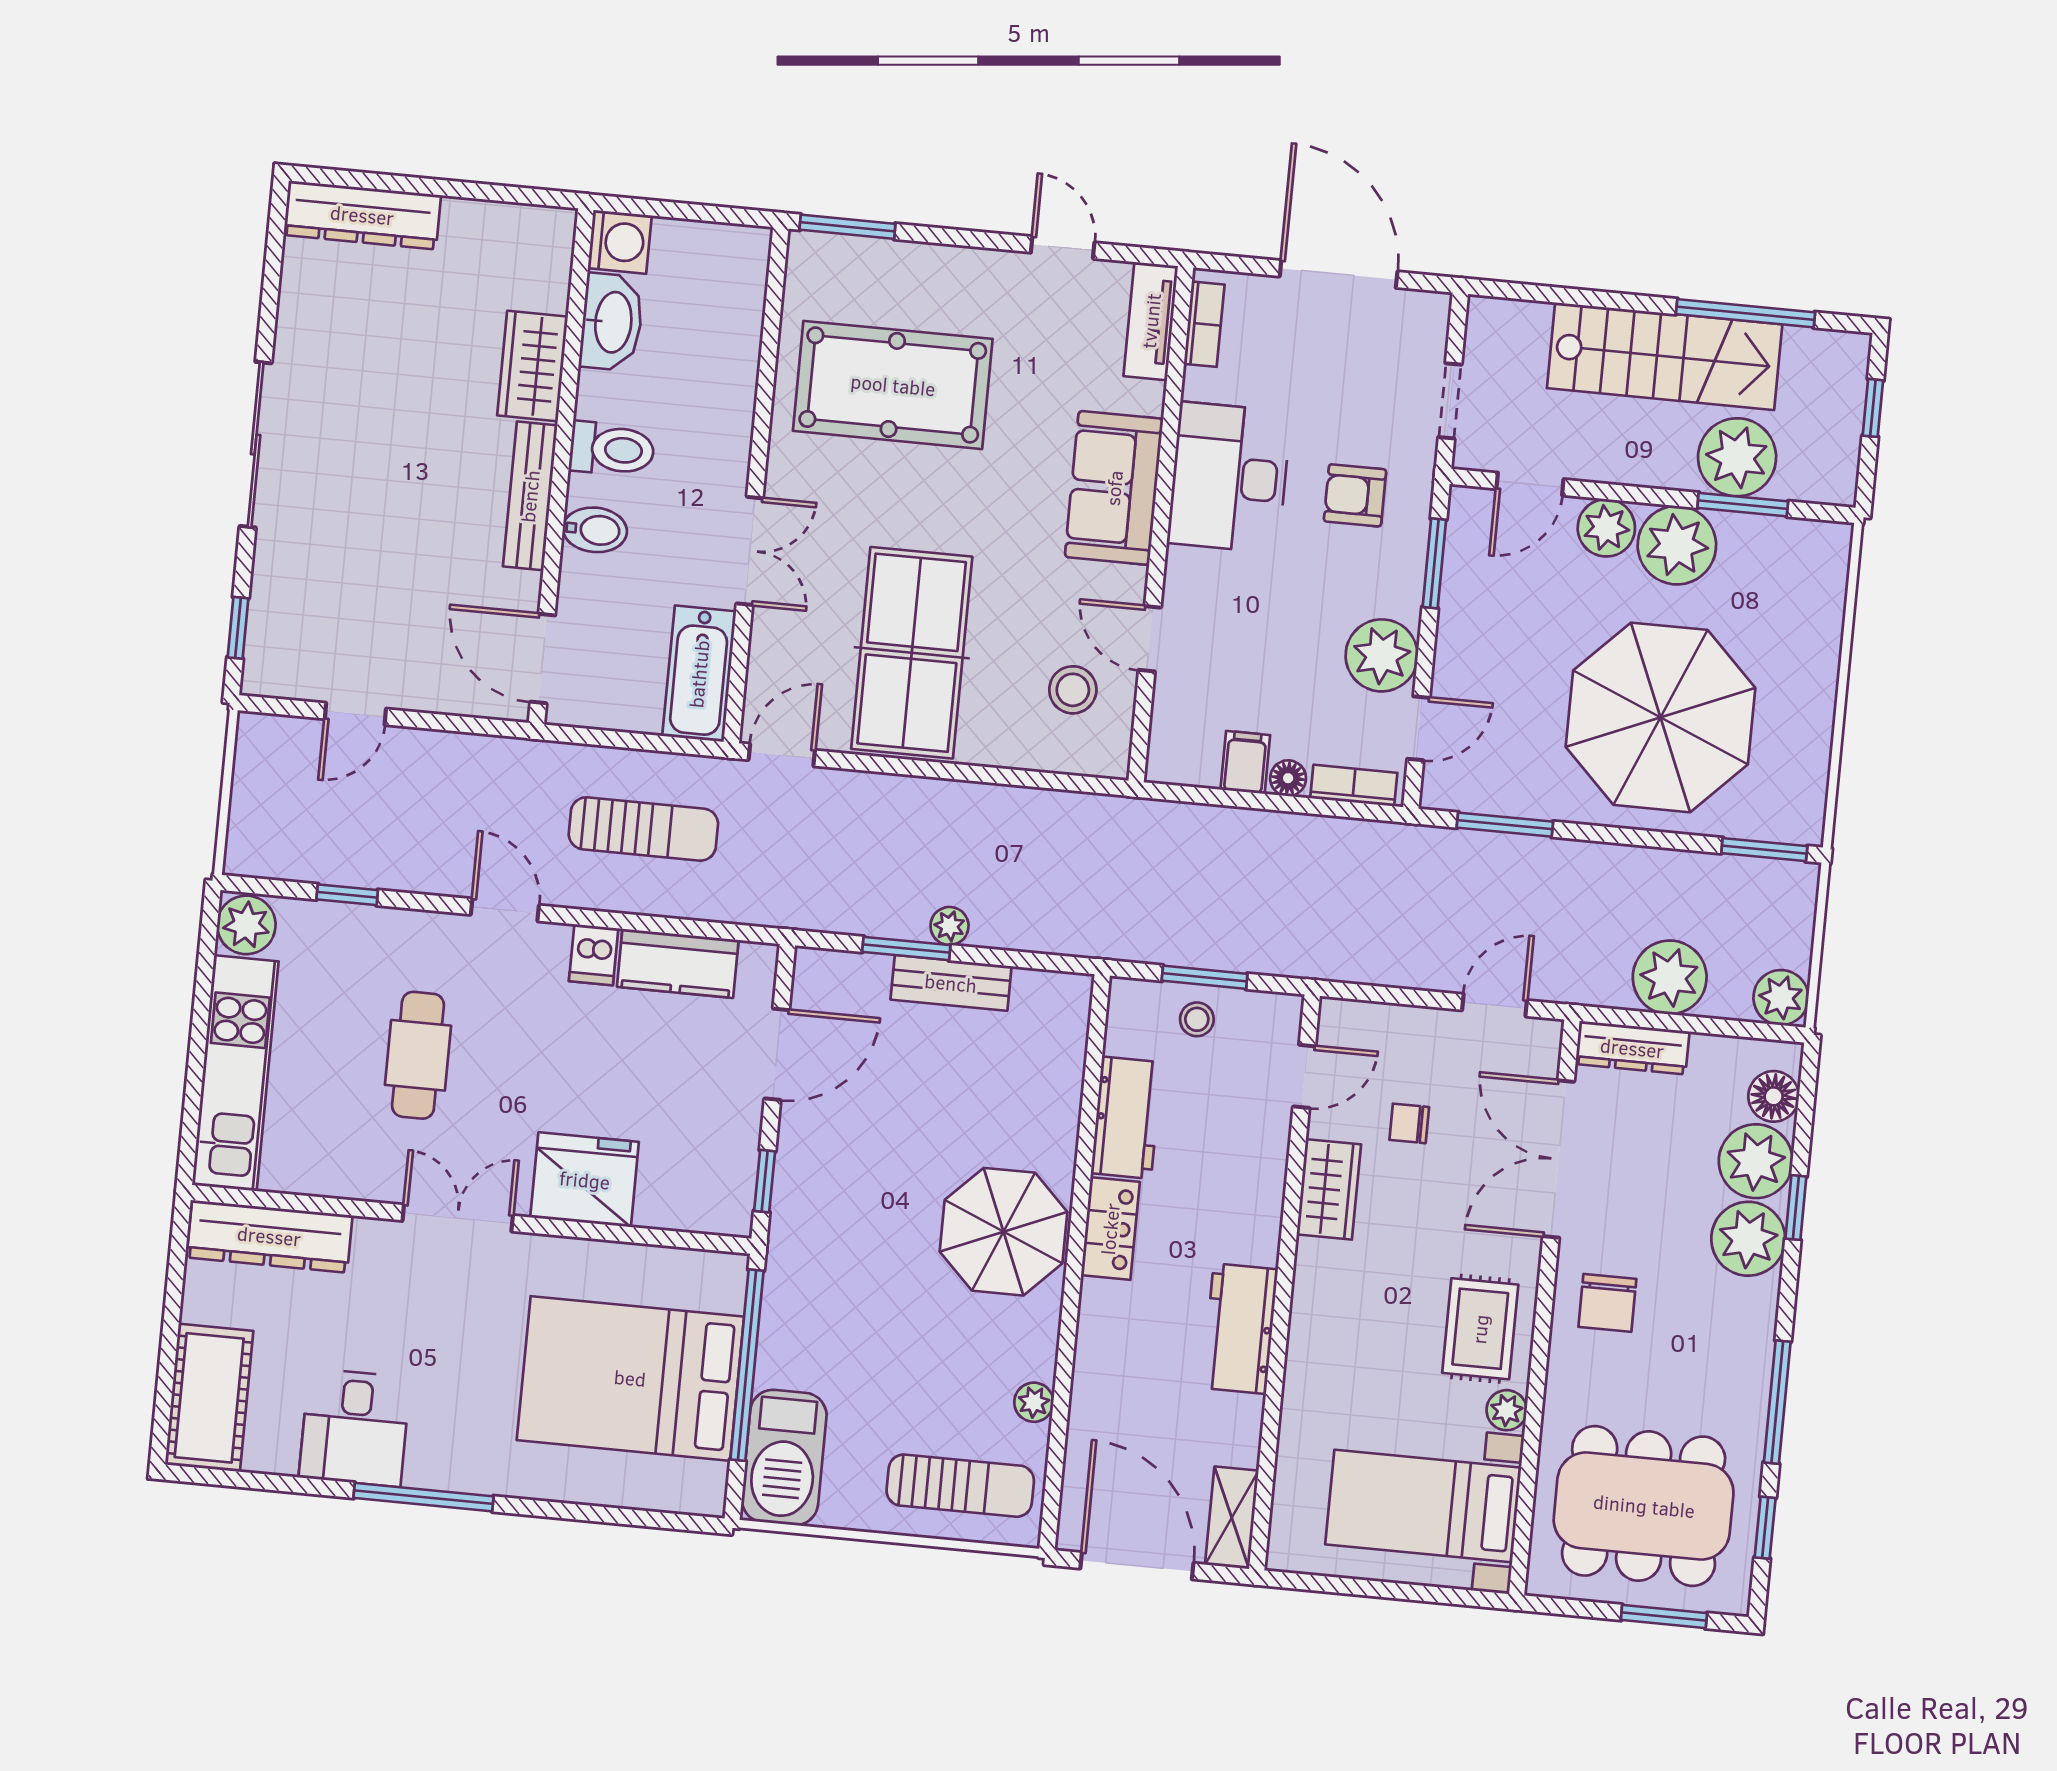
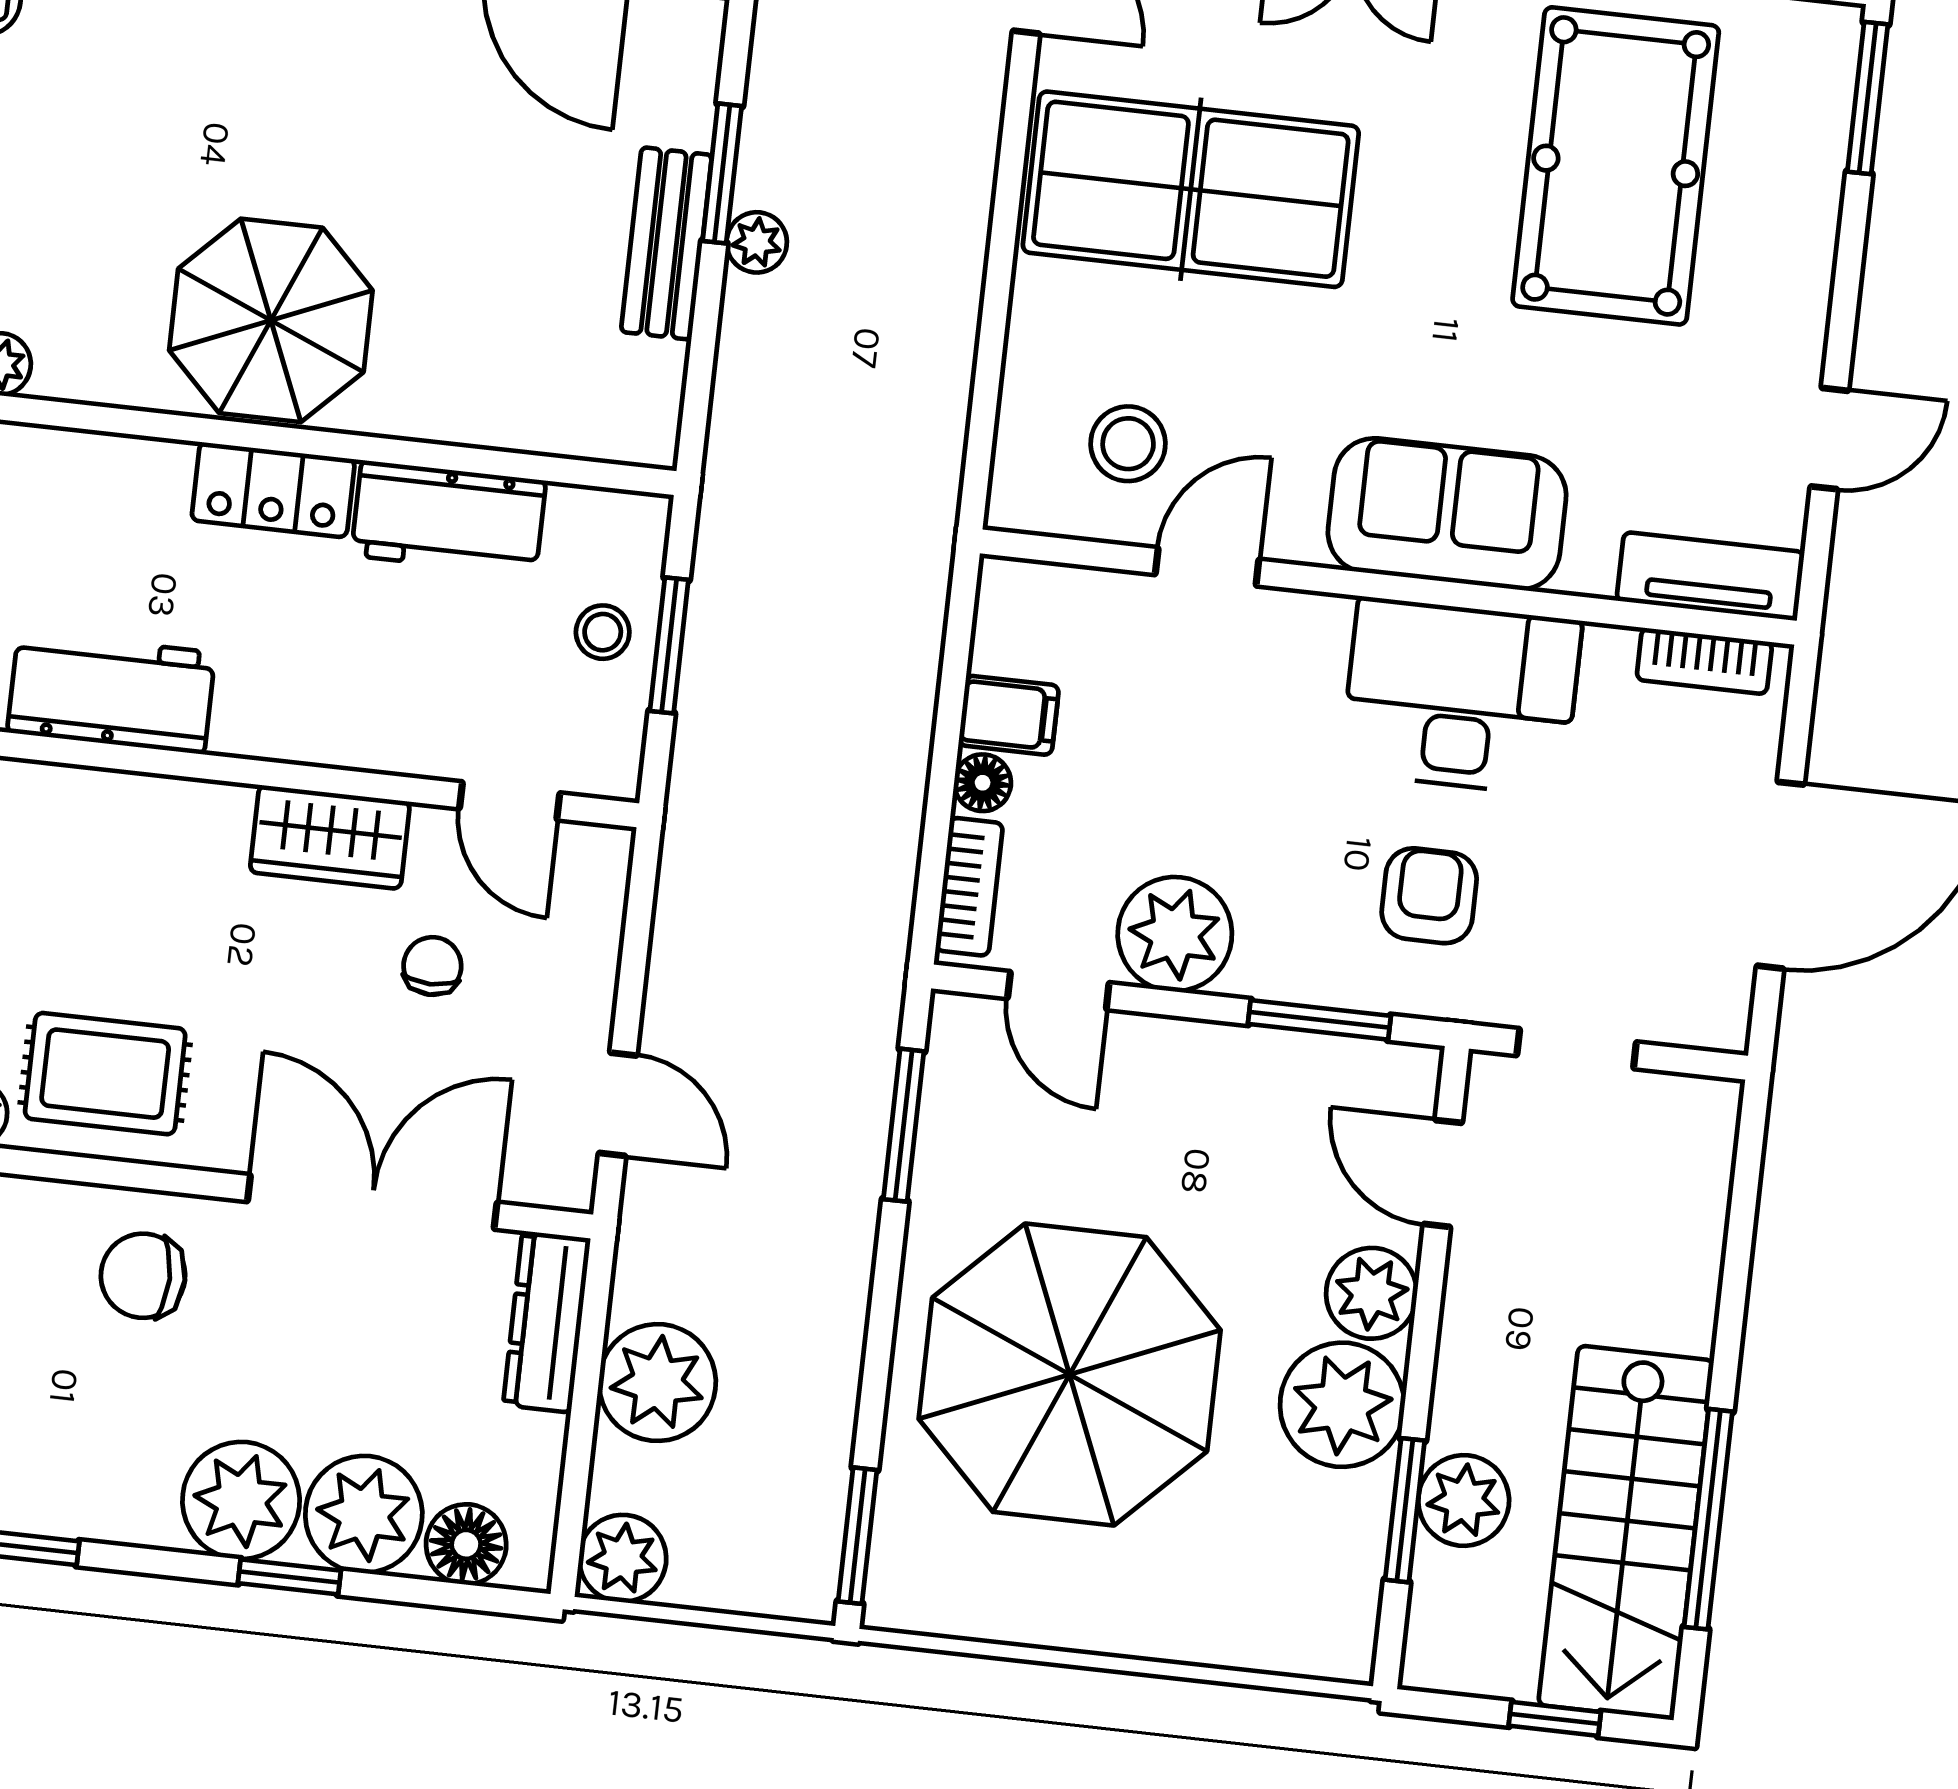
stairs: (1665, 356) -> (1626, 1533), moved
plant: (1737, 457) -> (1464, 1500), width x0.73, depth x0.73

